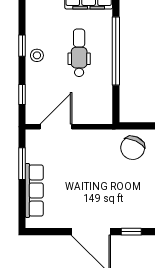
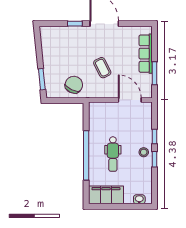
window: (22, 95) -> (154, 137), moved
door: (56, 127) -> (130, 100), swing flipped
coffee table: (94, 171) -> (102, 68), added

